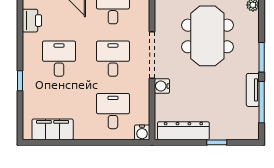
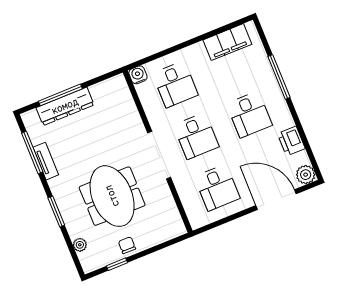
window: (262, 57) -> (56, 212), moved
window: (20, 81) -> (279, 77), width x2.17
water cooler: (162, 86) -> (137, 129), removed
dresser: (183, 131) -> (65, 106), moved
window: (217, 142) -> (60, 95), width x2.17

